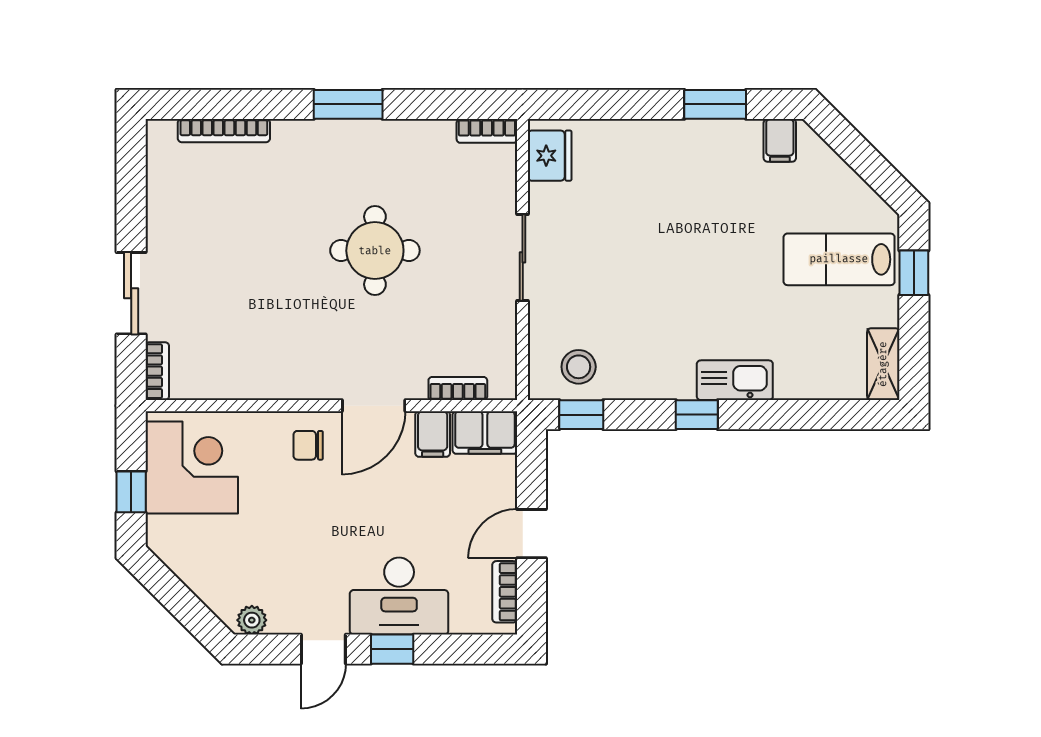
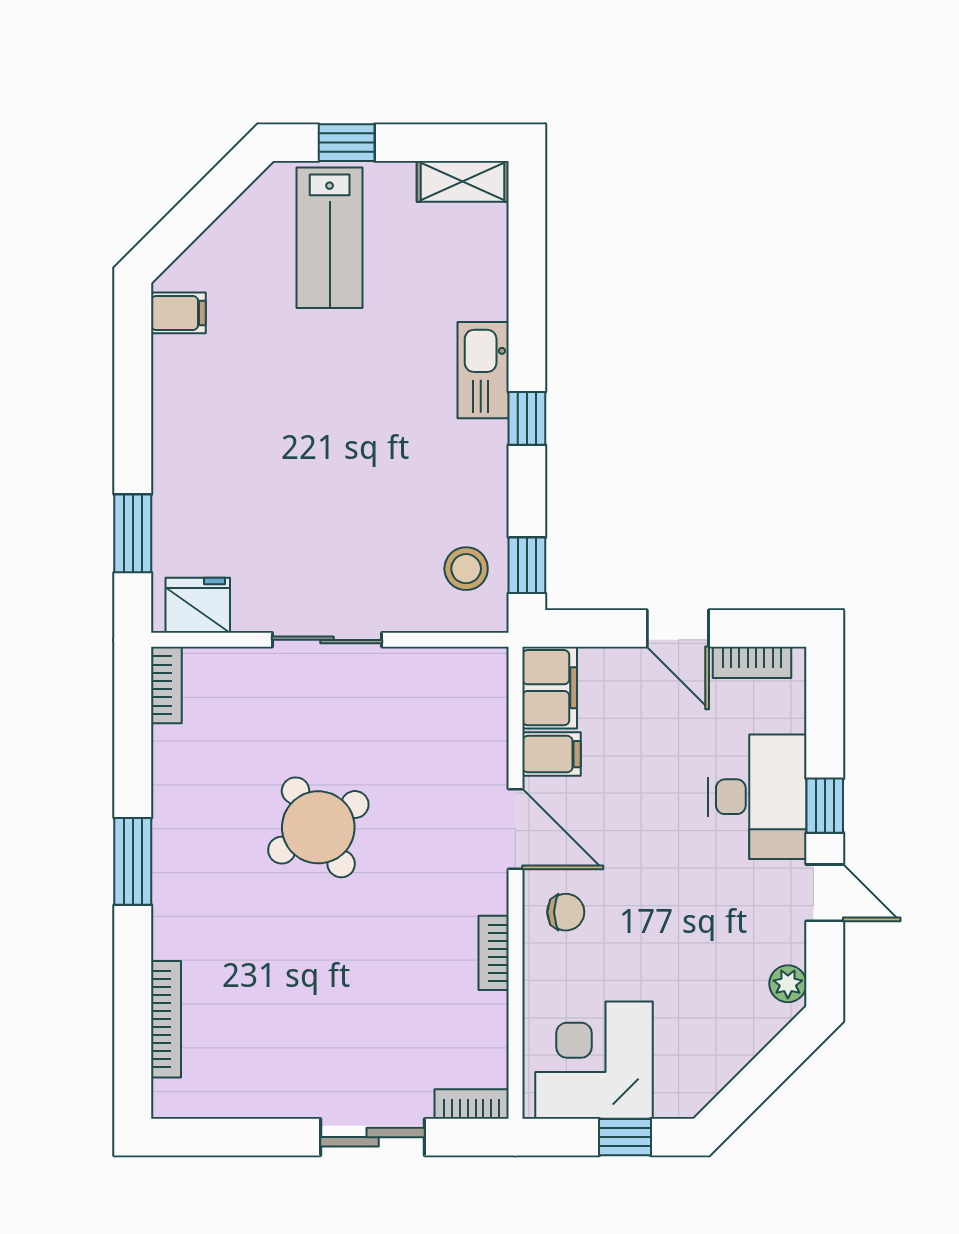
window: (715, 104) -> (133, 533), moved
round table: (375, 251) -> (318, 827), turned -32
bookcase: (458, 388) -> (494, 953), moved
chair: (308, 445) -> (566, 912), turned -90

